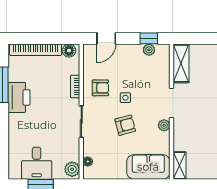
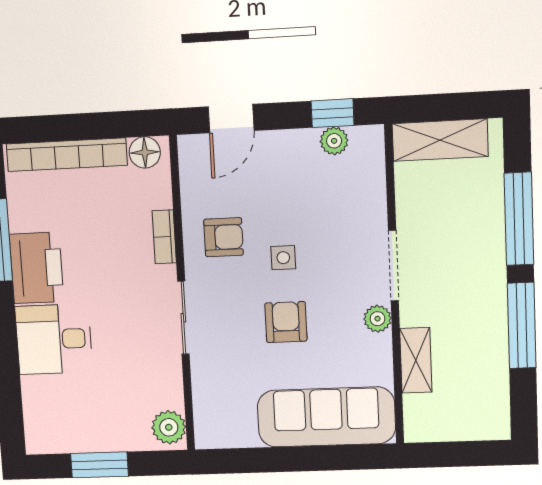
shelving: (181, 63) -> (440, 140), moved, turned 90
armchair: (125, 125) -> (286, 322), turned -75
floor lamp: (88, 162) -> (203, 409), removed
desk: (37, 163) -> (54, 339), moved, turned 90
shelving: (179, 165) -> (416, 360), moved
sofa: (148, 167) -> (326, 417), width x1.36

